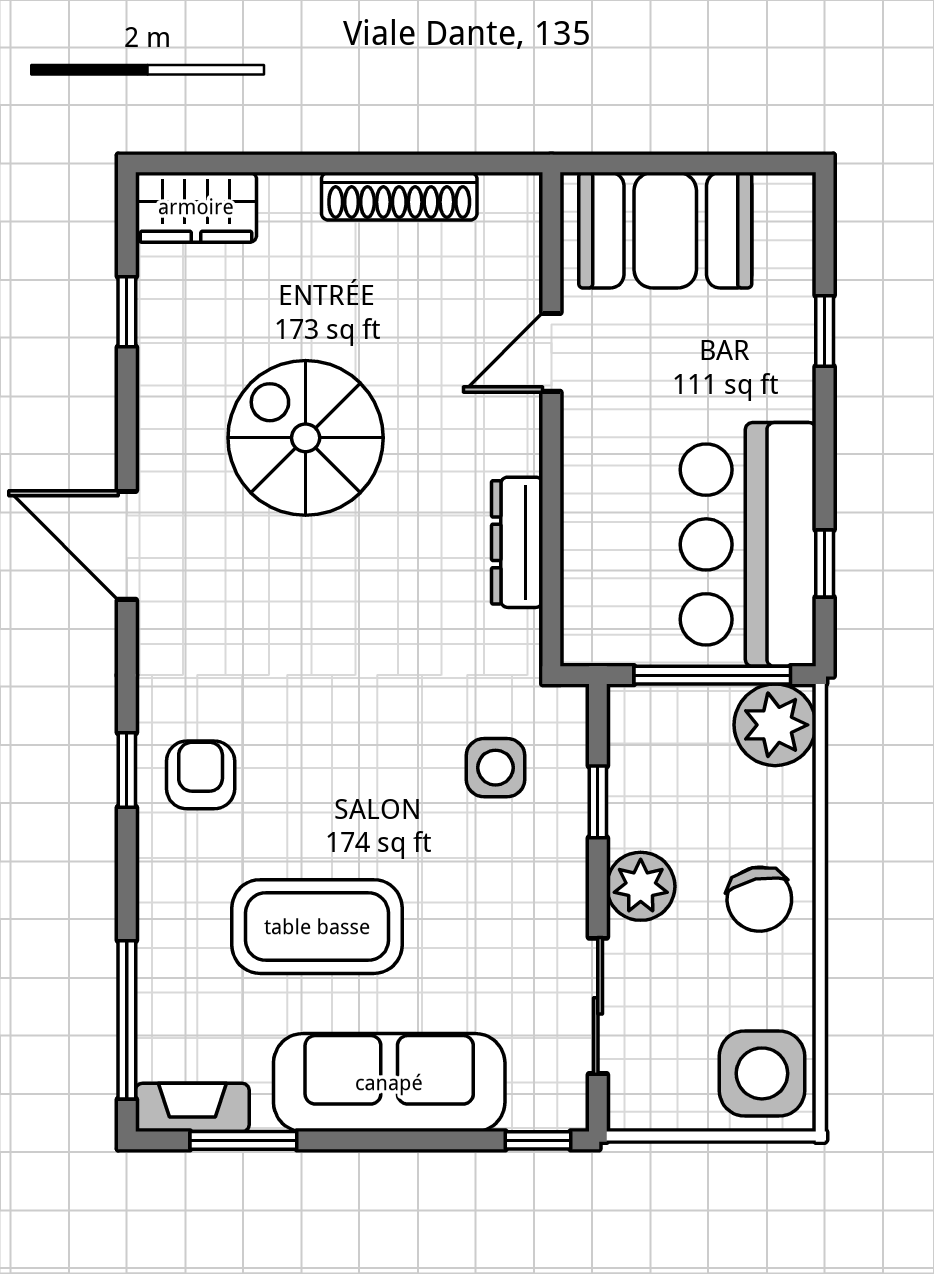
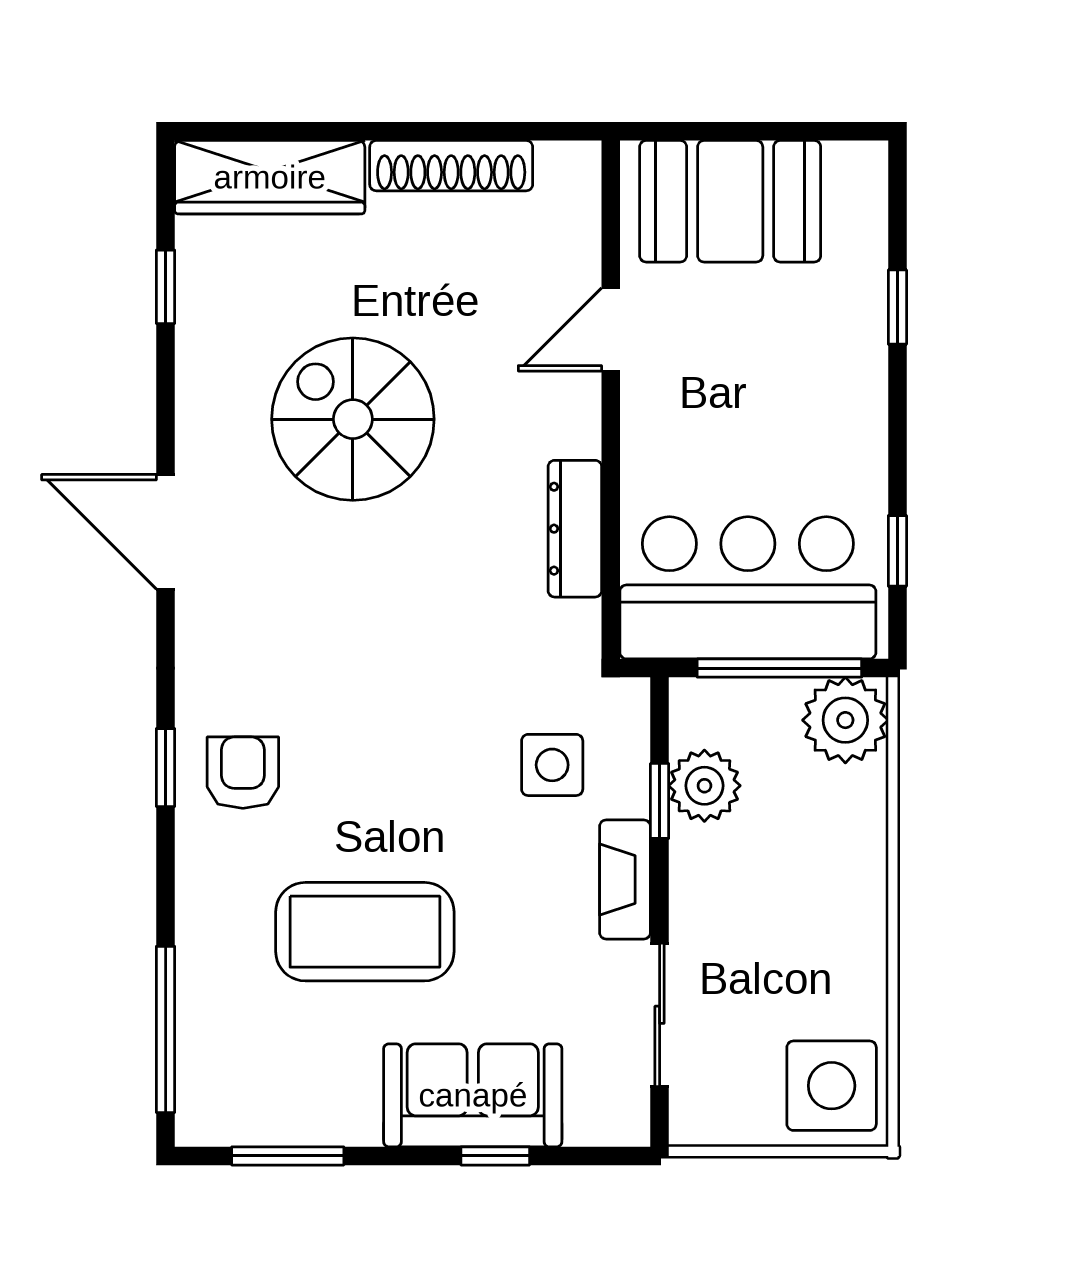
wardrobe: (196, 207) -> (270, 177), width x1.50
bar counter: (748, 544) -> (748, 588), moved, turned 90
plant: (641, 886) -> (704, 786), moved
chair: (759, 899) -> (829, 903), removed
sofa: (389, 1083) -> (473, 1095), width x0.73
fireplace: (192, 1107) -> (625, 879), moved, turned -90
window: (538, 1140) -> (495, 1156), moved

